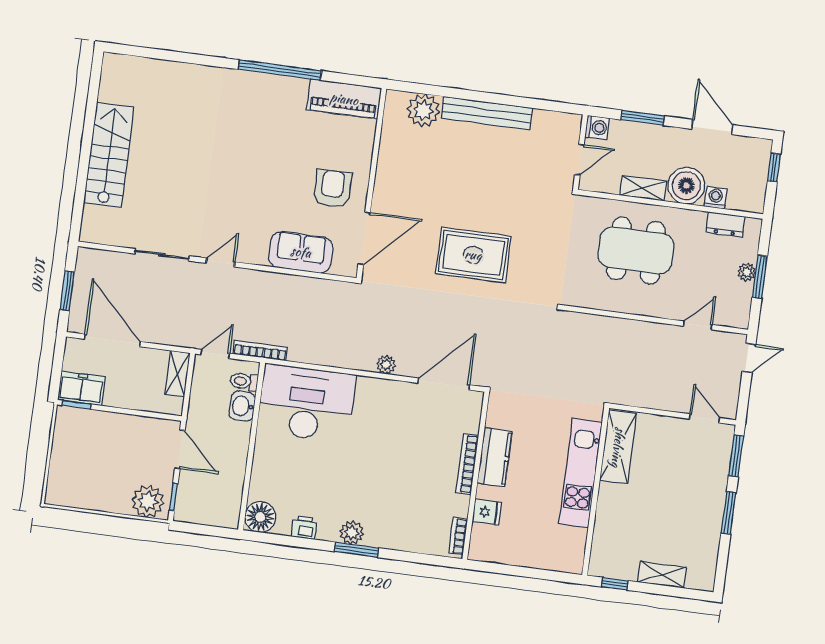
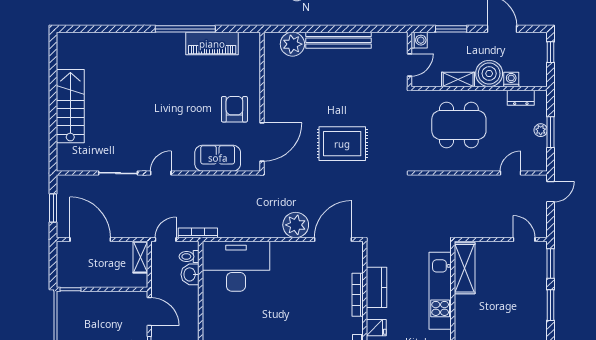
piano: (344, 99) -> (212, 44), moved
plant: (386, 365) -> (296, 225), width x1.87, depth x1.87
freezer: (81, 388) -> (73, 277), removed

